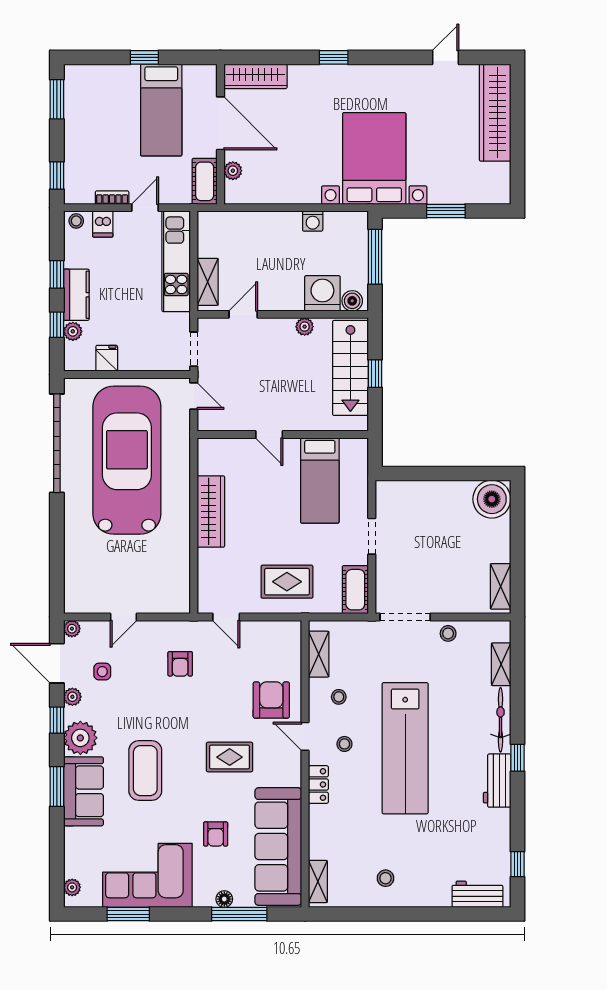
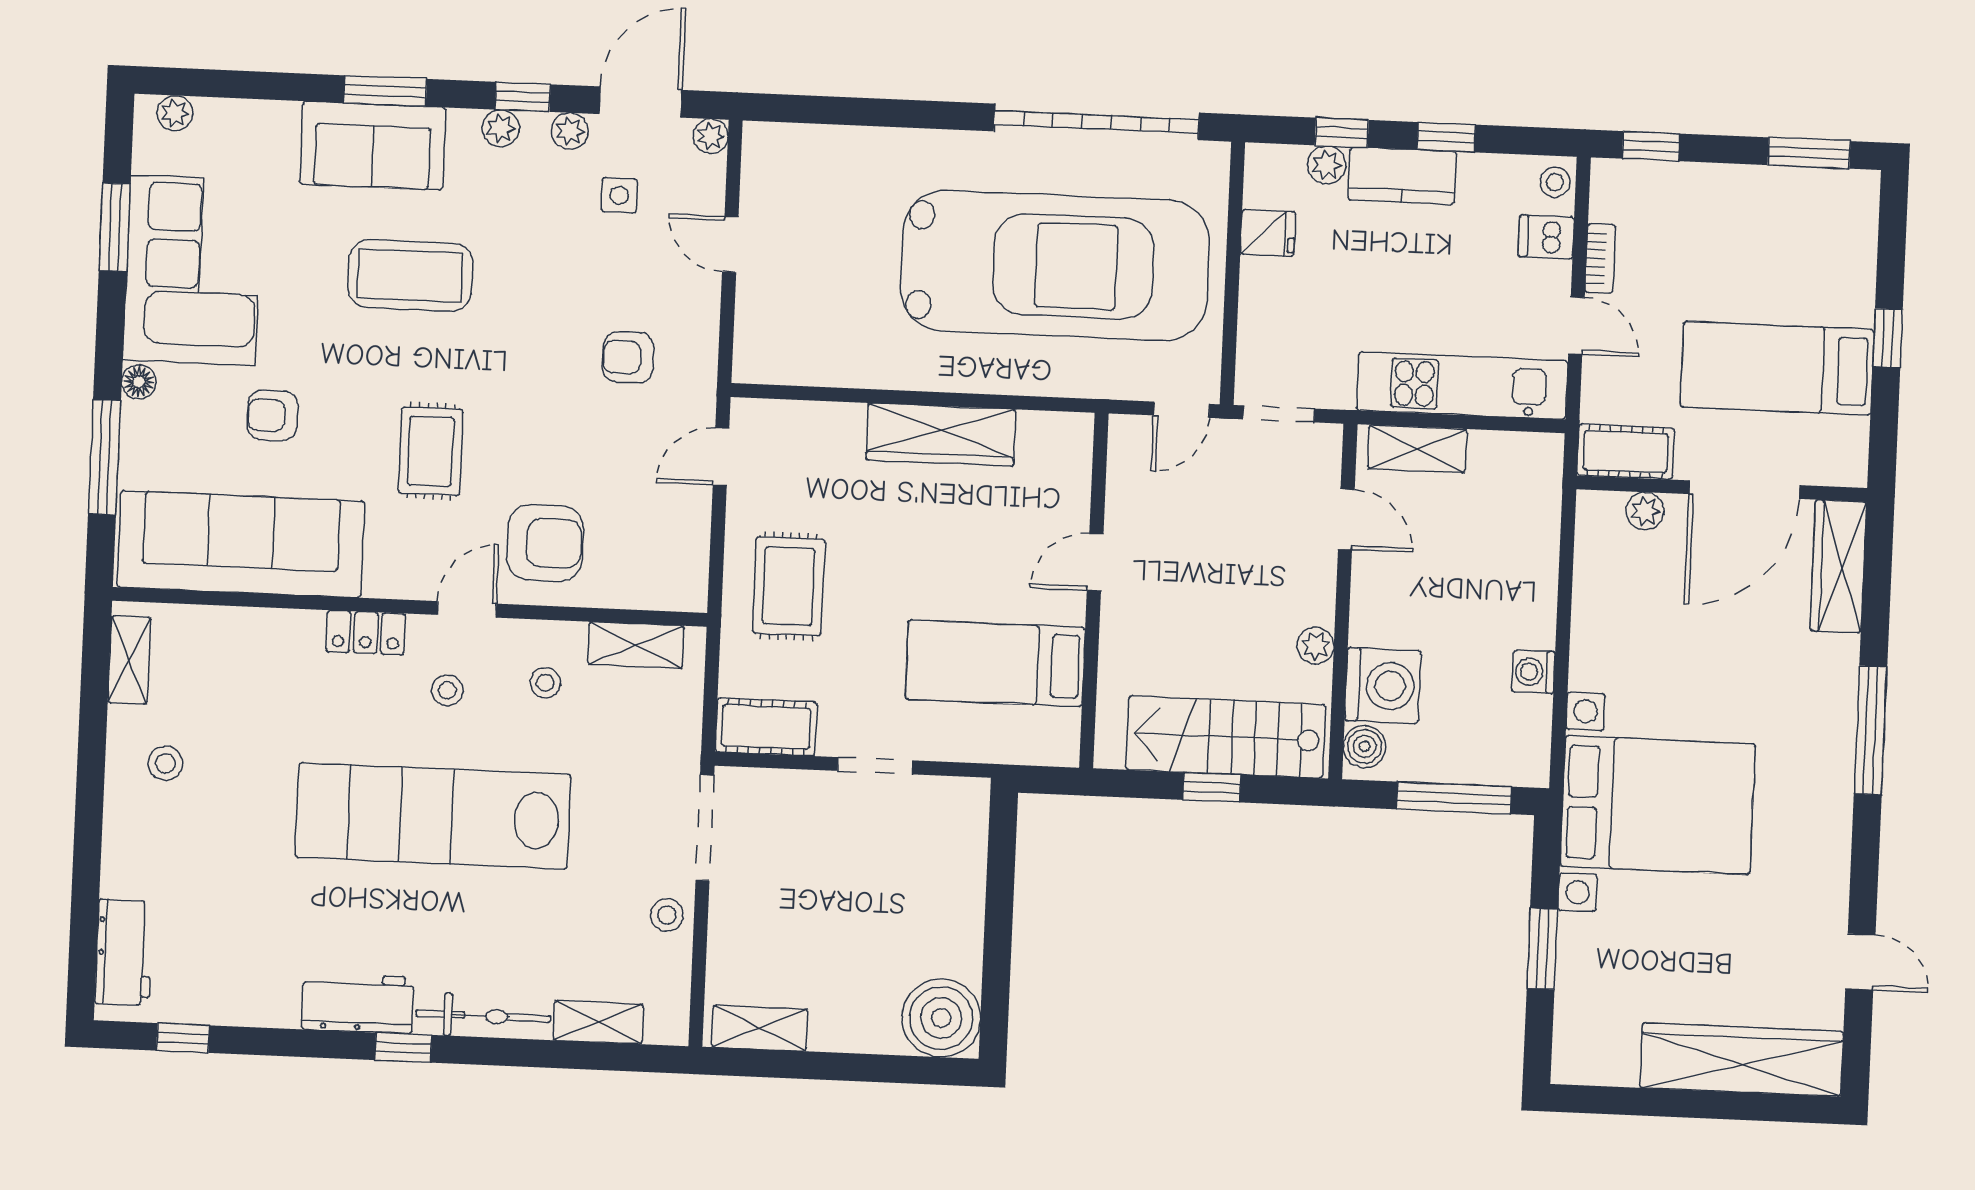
window: (334, 57) -> (1871, 730), width x2.17
plant: (80, 738) -> (501, 128), width x0.53, depth x0.53
shelving: (318, 882) -> (129, 660), moved, turned 90
floor lamp: (224, 899) -> (139, 382), moved

